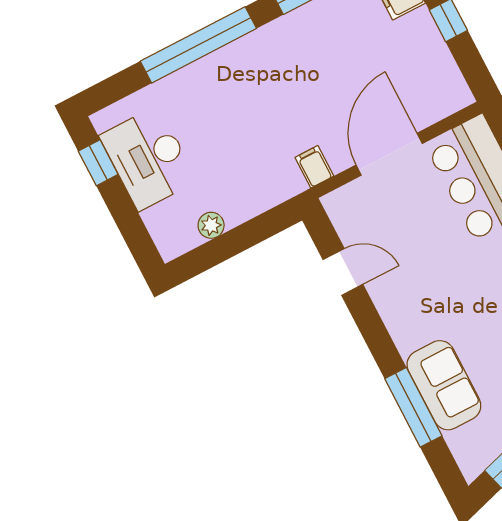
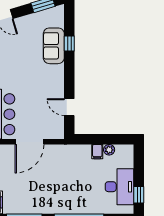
filing cabinet: (314, 167) -> (97, 152), moved
window: (413, 407) -> (69, 44), width x0.46

